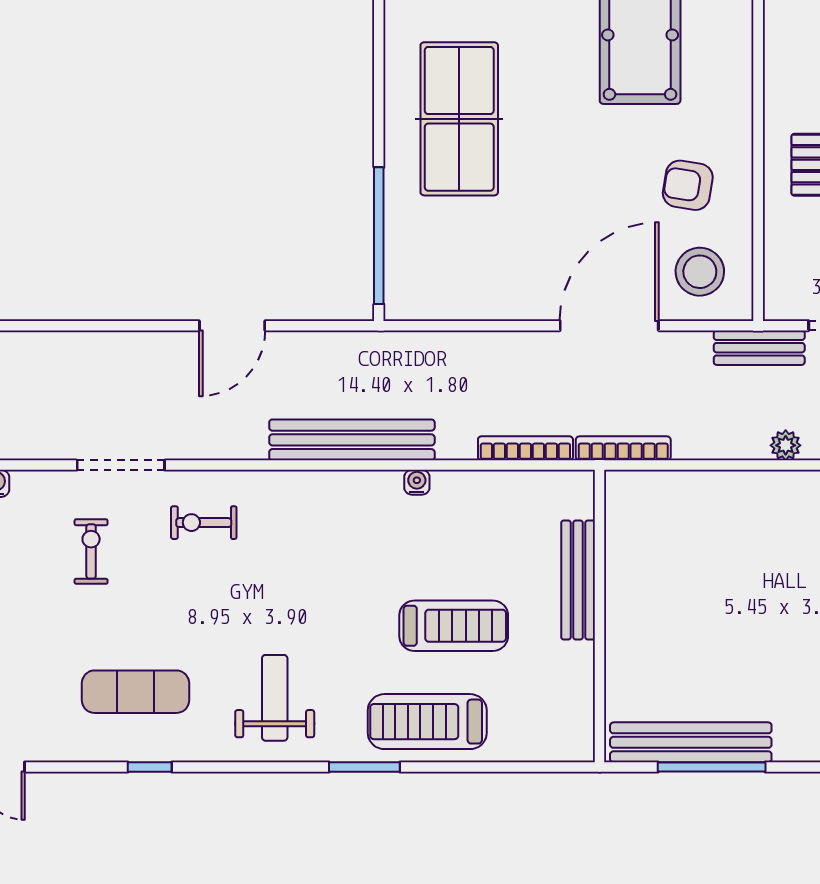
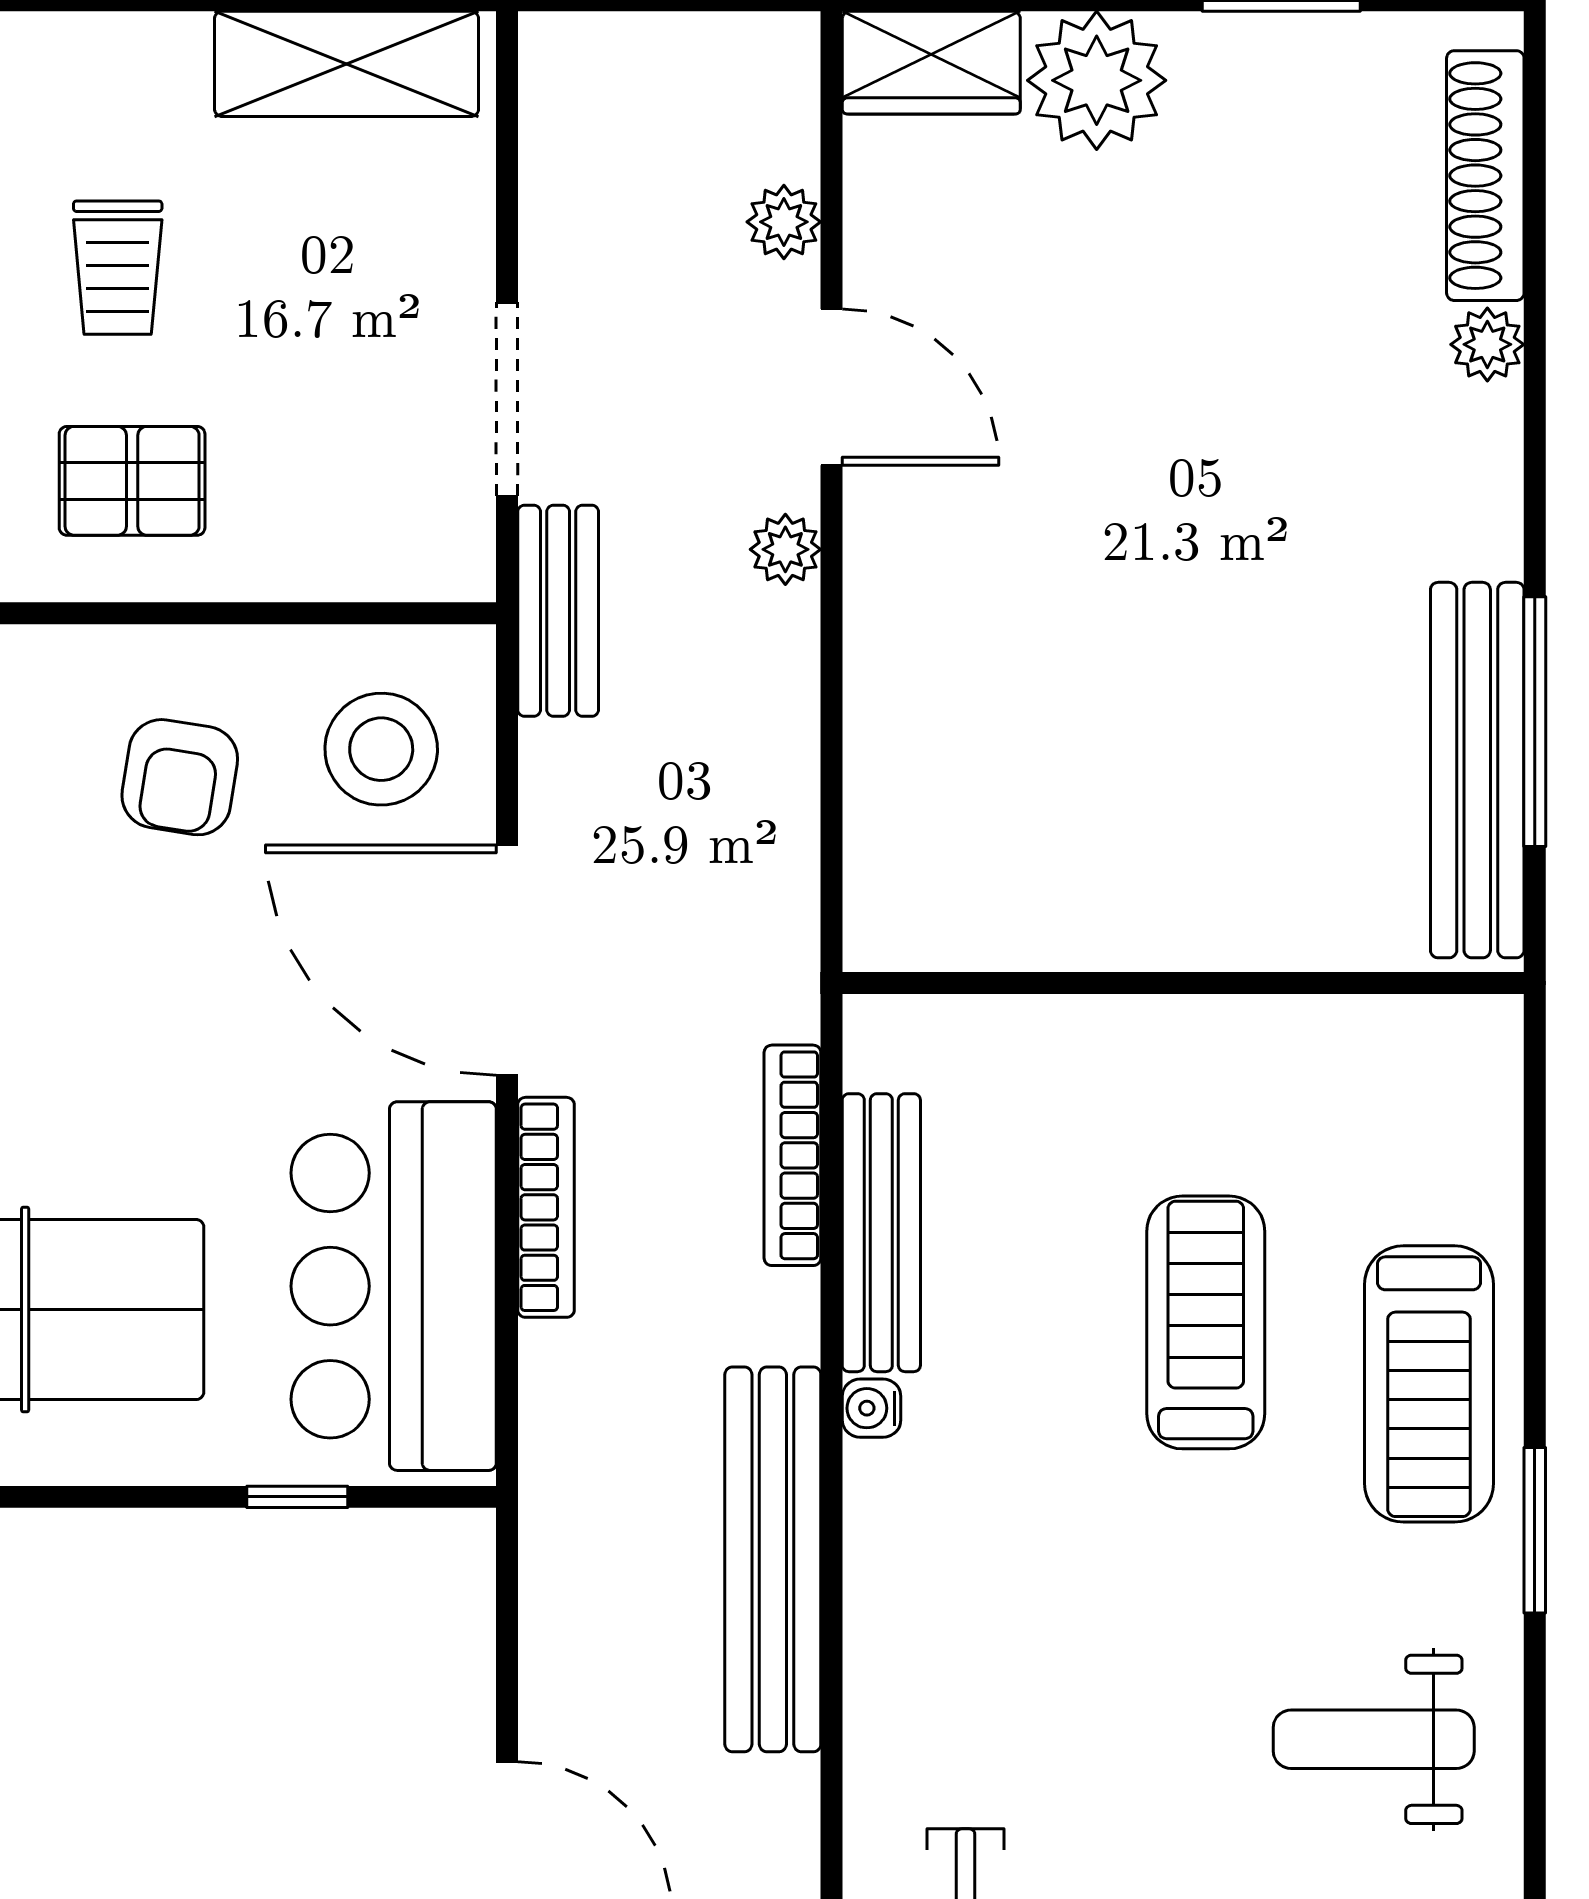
window: (379, 236) -> (297, 1497), width x0.32
bar counter: (469, 277) -> (394, 1286), added
bookcase: (623, 448) -> (546, 1207), moved, turned 180
bench: (578, 580) -> (881, 1233), moved, turned 90

